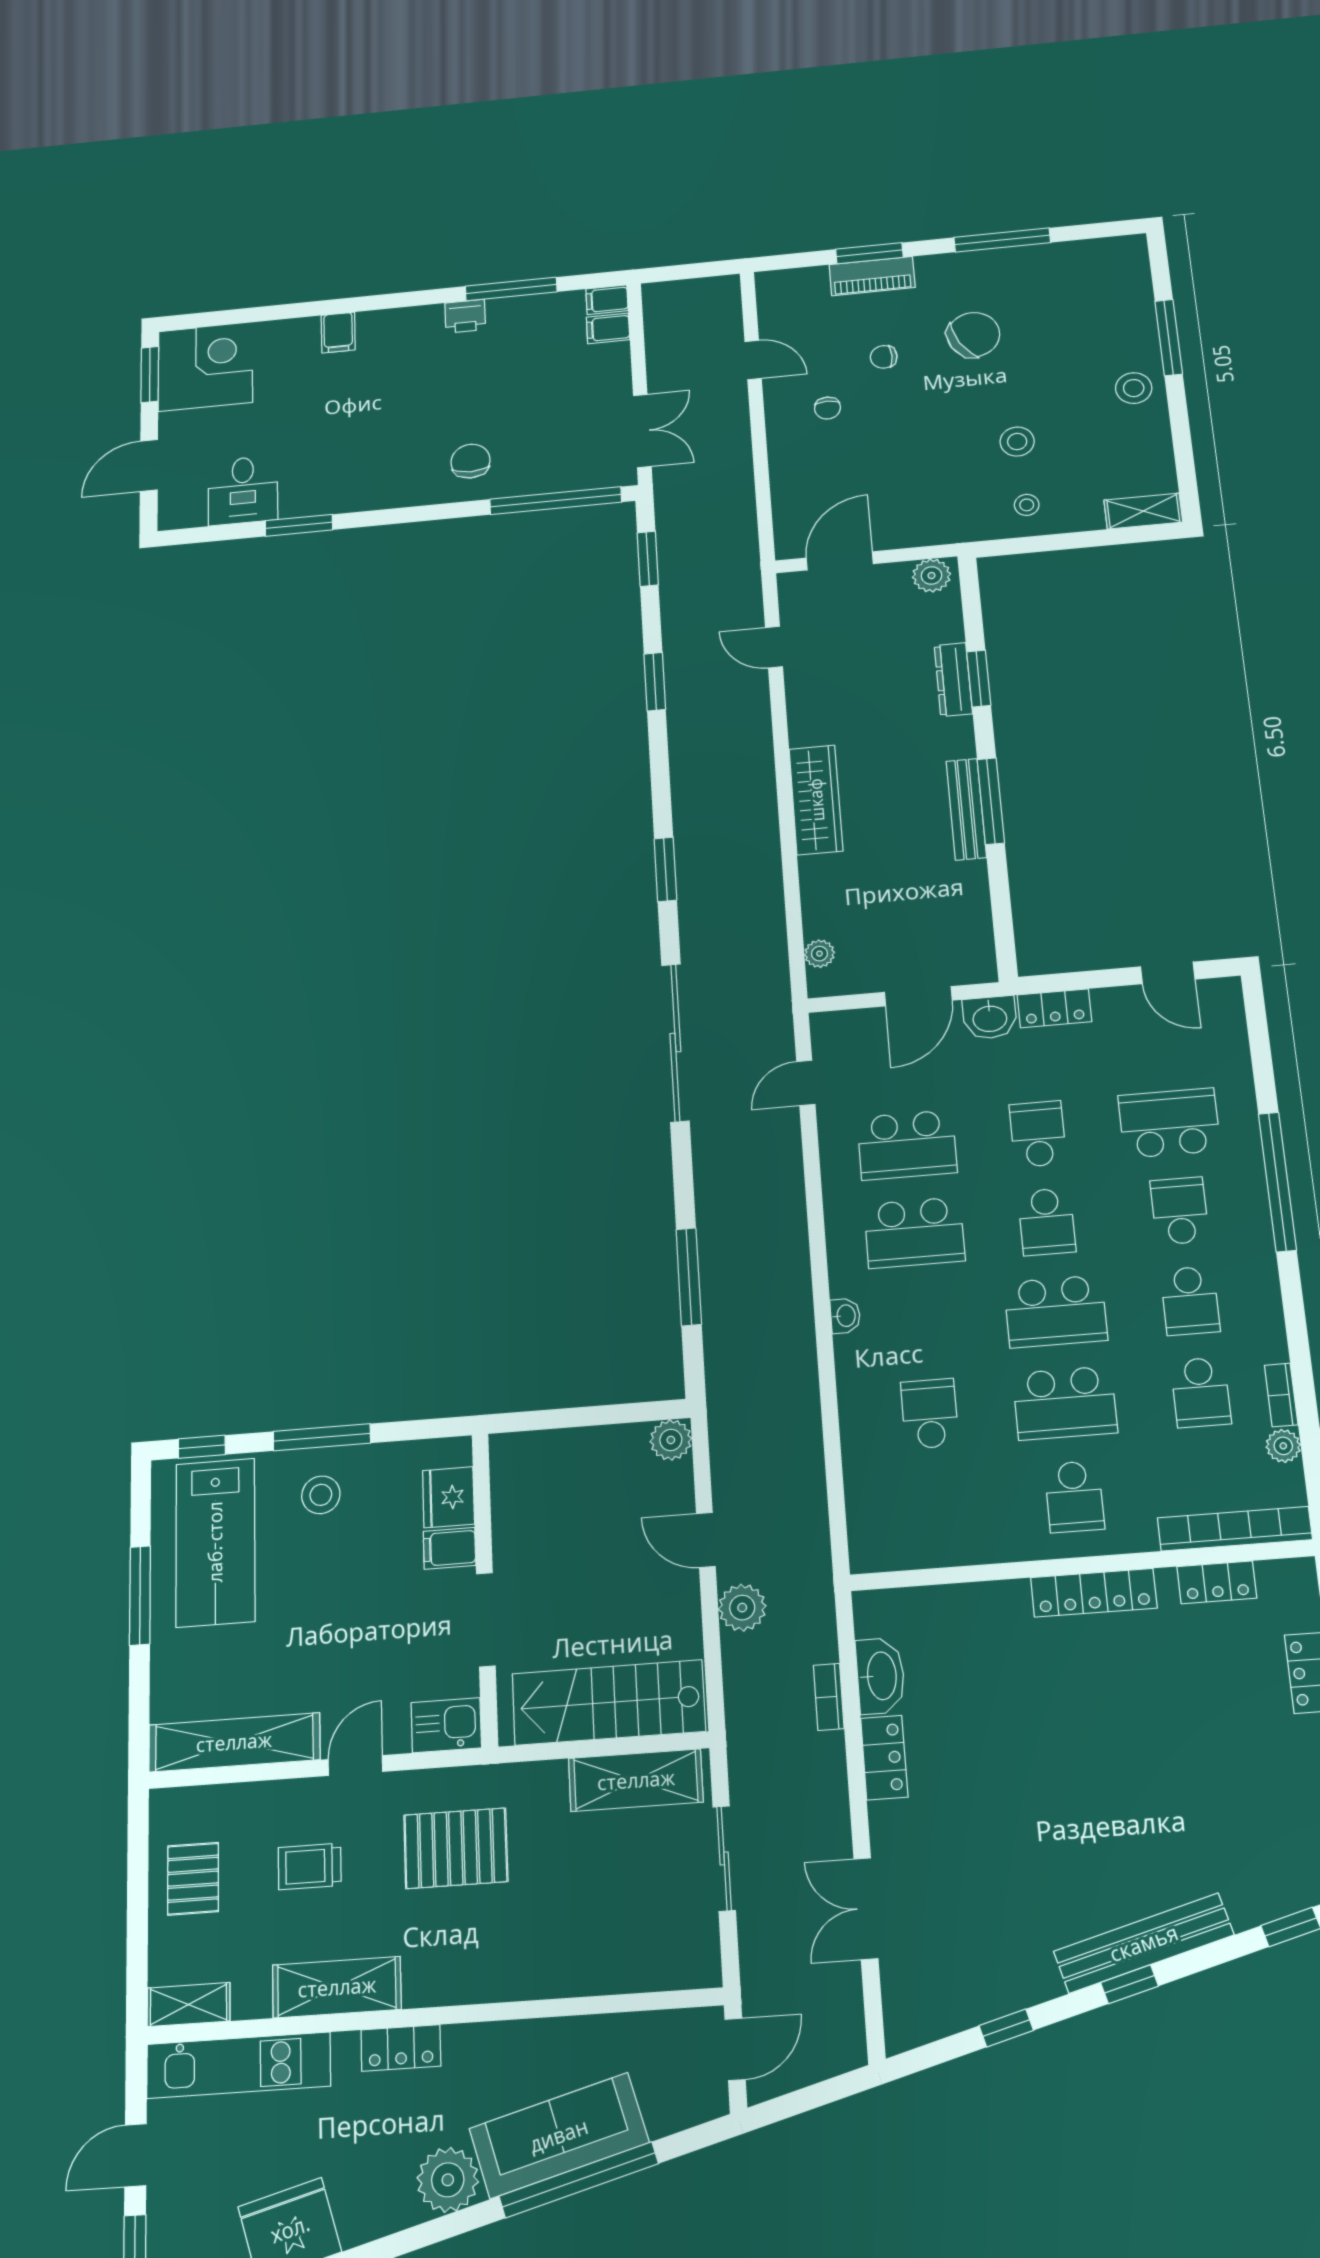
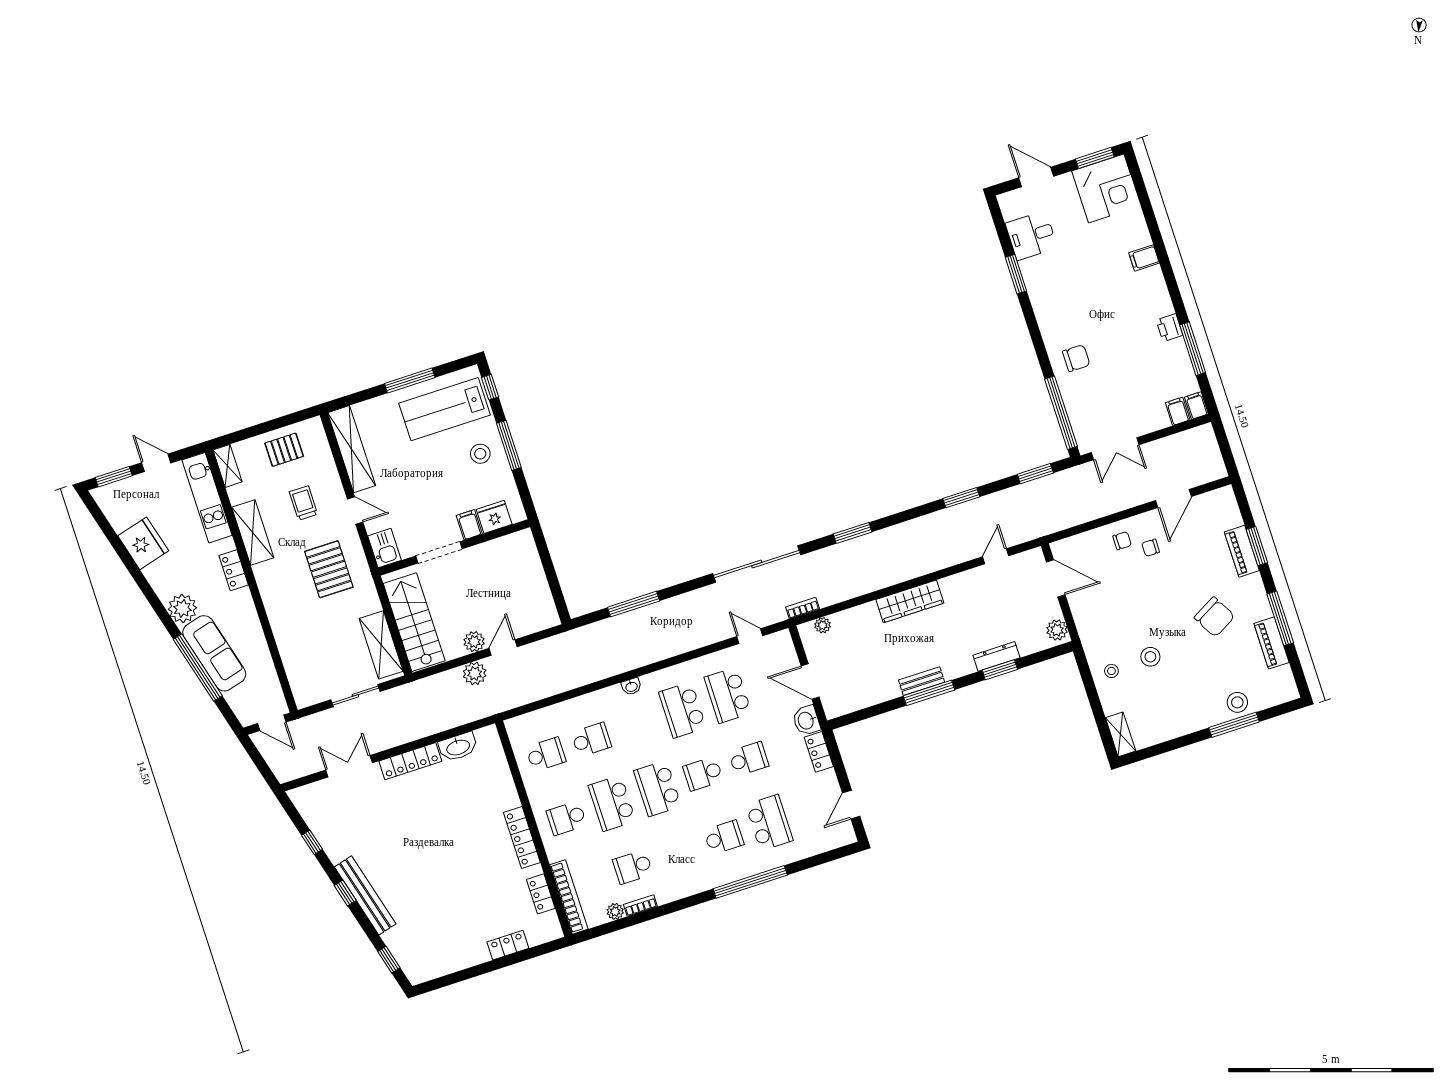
piano: (1041, 259) -> (1272, 643), added
chair: (884, 357) -> (1122, 541), moved, turned 90
door: (753, 360) -> (1173, 498), width x1.38
stool: (1134, 388) -> (1237, 702), moved
bench: (966, 809) -> (922, 681), width x0.73
school desk: (1190, 1301) -> (546, 754), moved, turned 180
plant: (671, 1440) -> (474, 642), moved
bookcase: (829, 1697) -> (803, 608), moved
locker: (884, 1758) -> (410, 761), width x1.53

